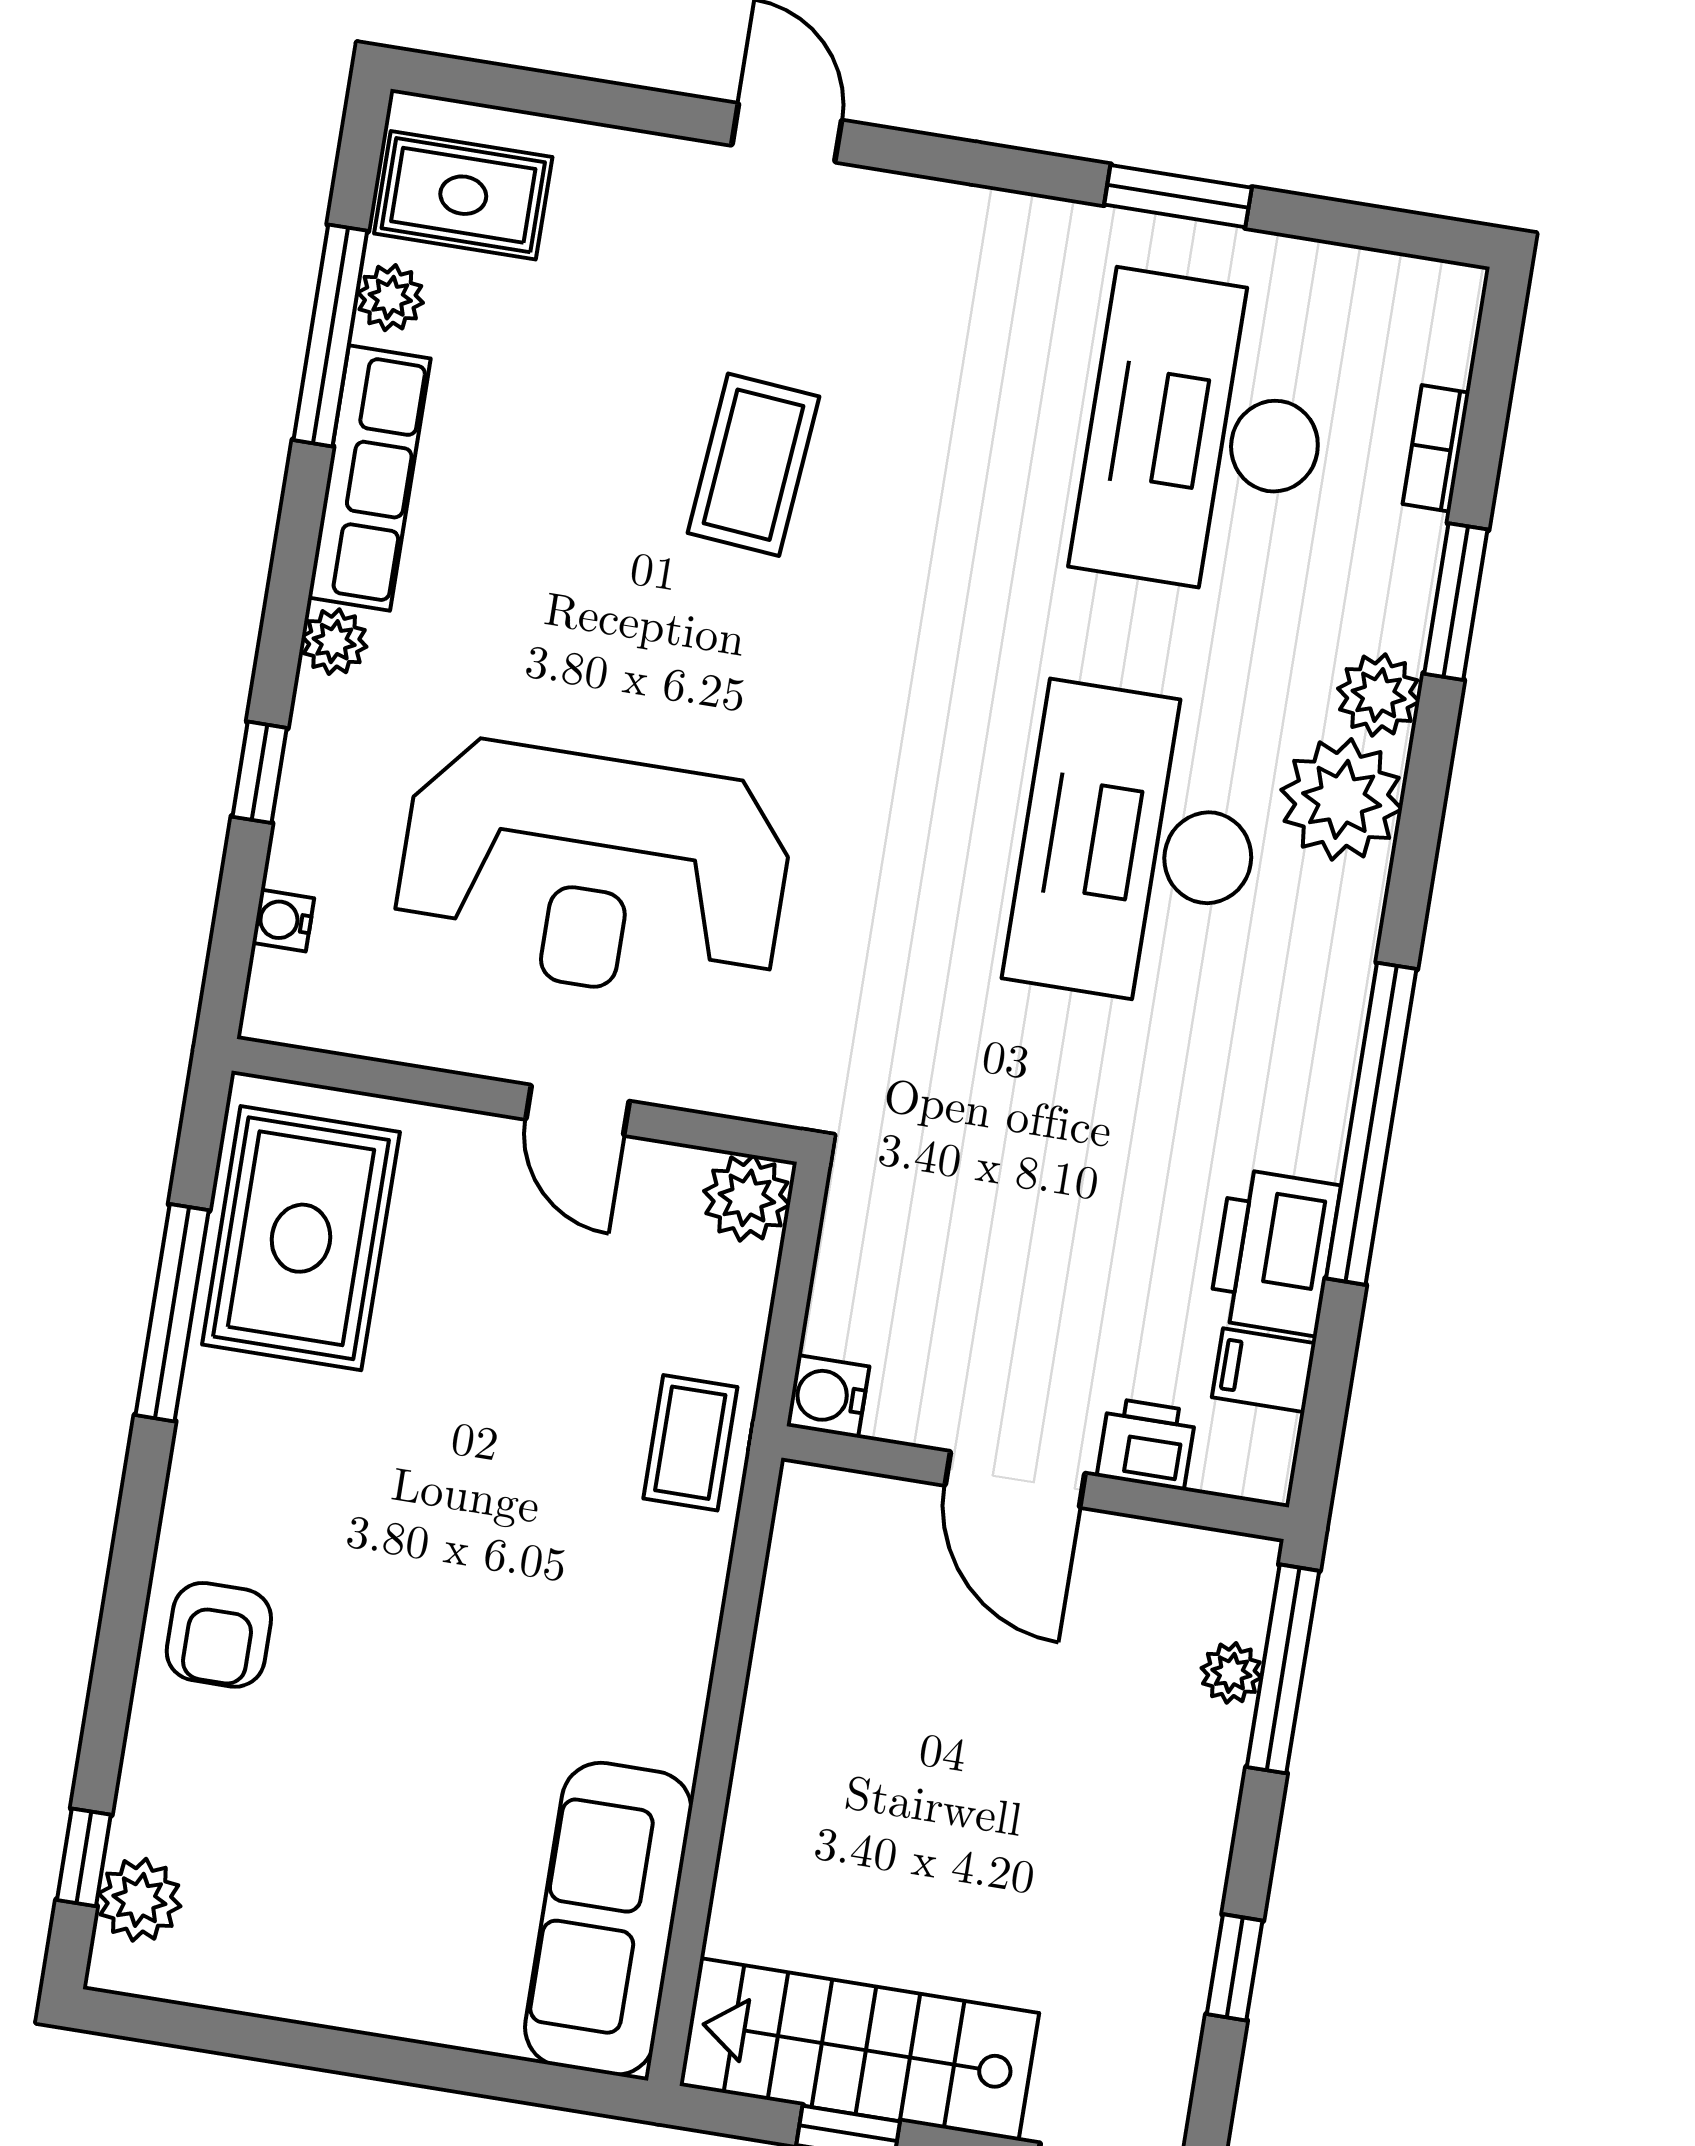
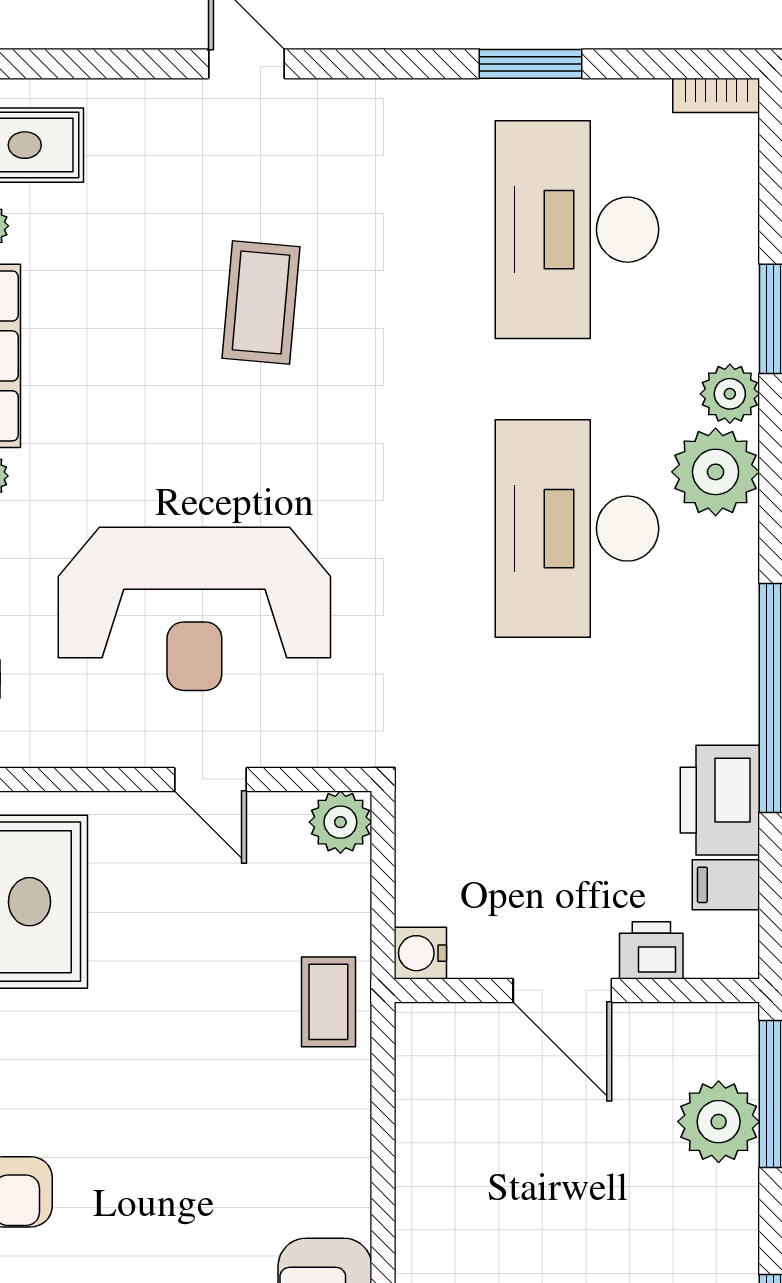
bookcase: (1436, 448) -> (716, 95), moved, turned -90
plant: (1231, 1673) -> (719, 1122), width x1.87, depth x1.87

